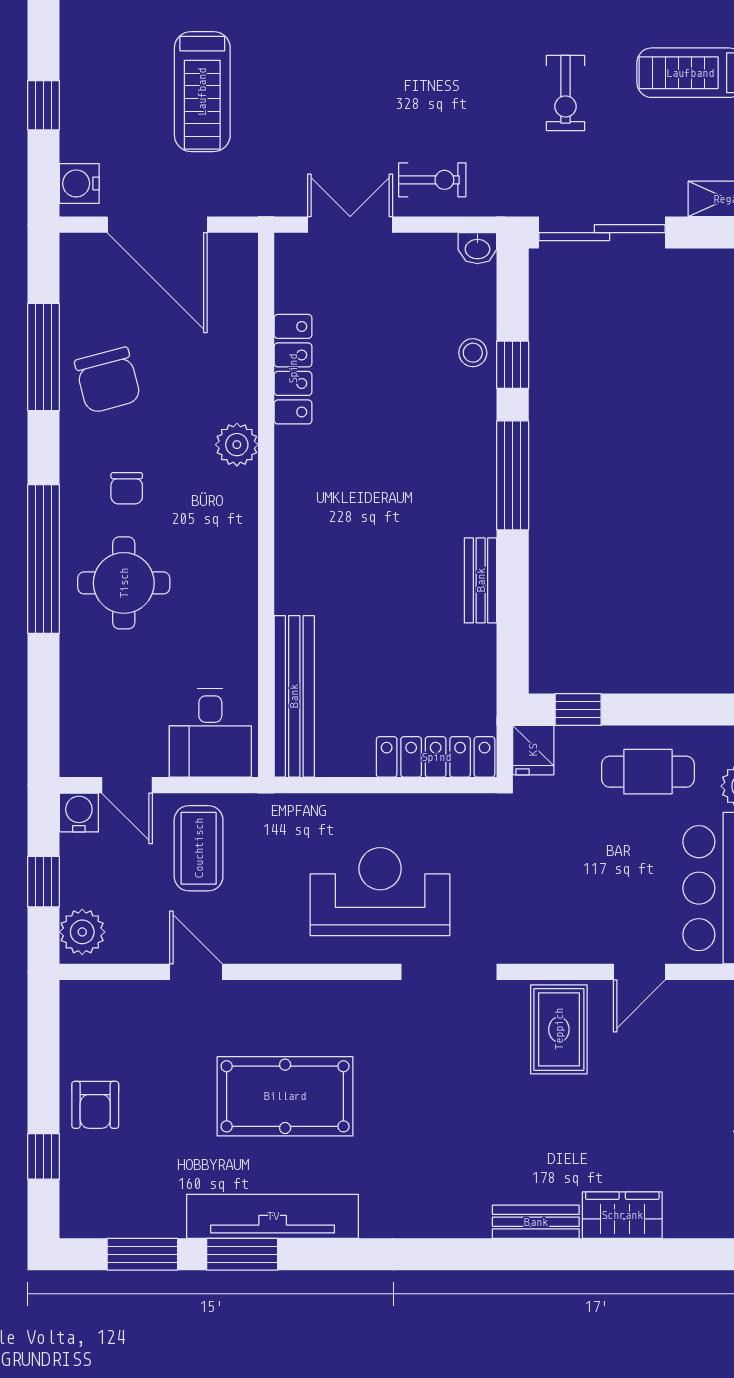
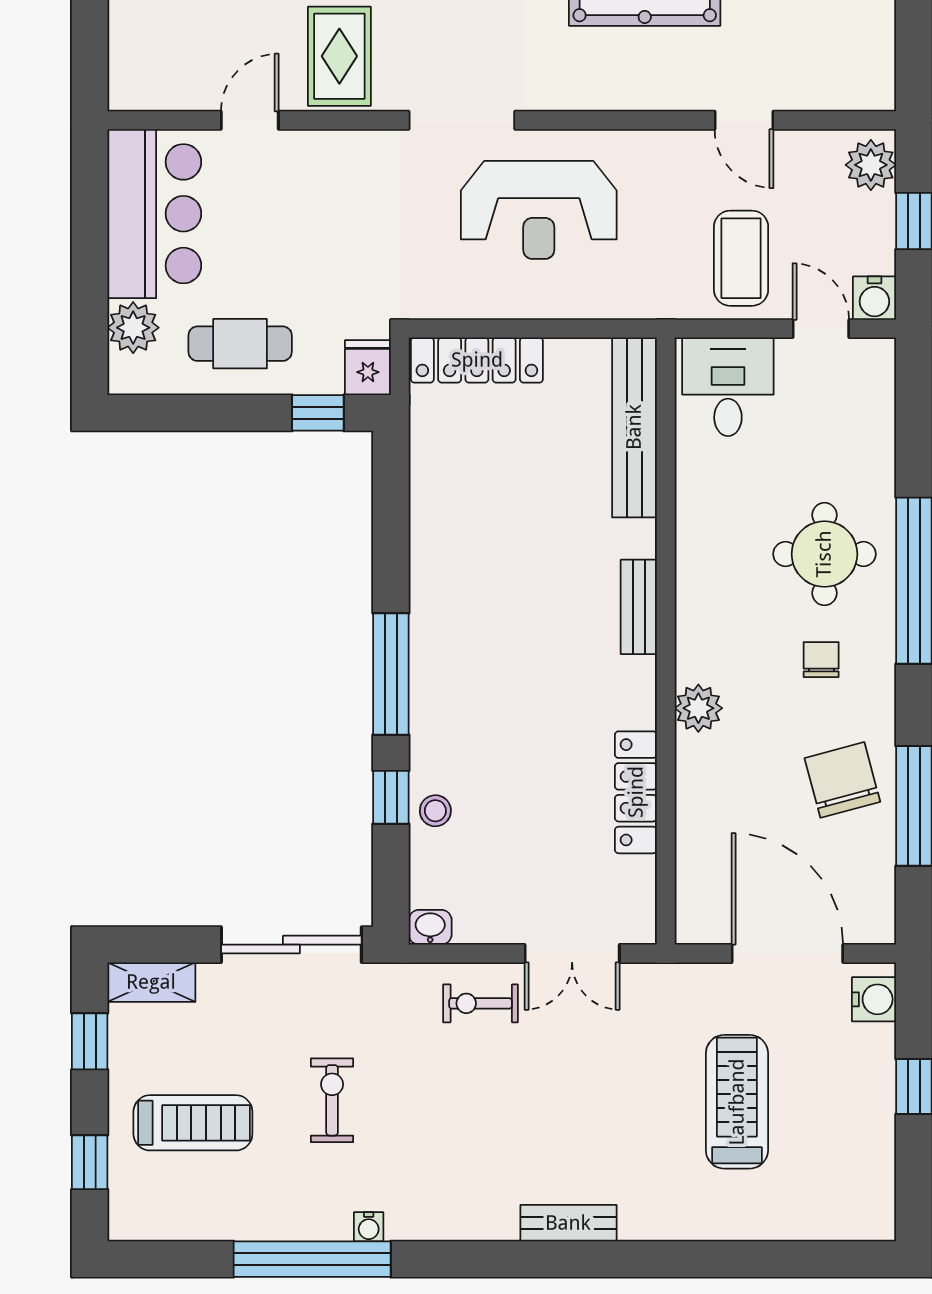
bench: (481, 580) -> (639, 607), moved

